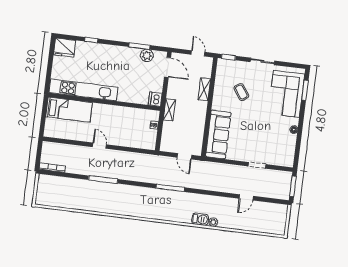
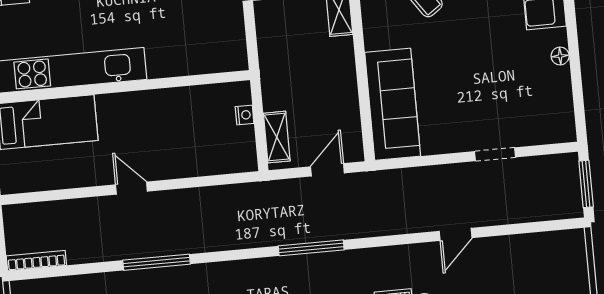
dishwasher: (155, 99) -> (233, 56), removed
shelving: (169, 110) -> (277, 137), moved
door: (184, 156) -> (327, 170), swing flipped
door: (246, 197) -> (456, 234), moved

